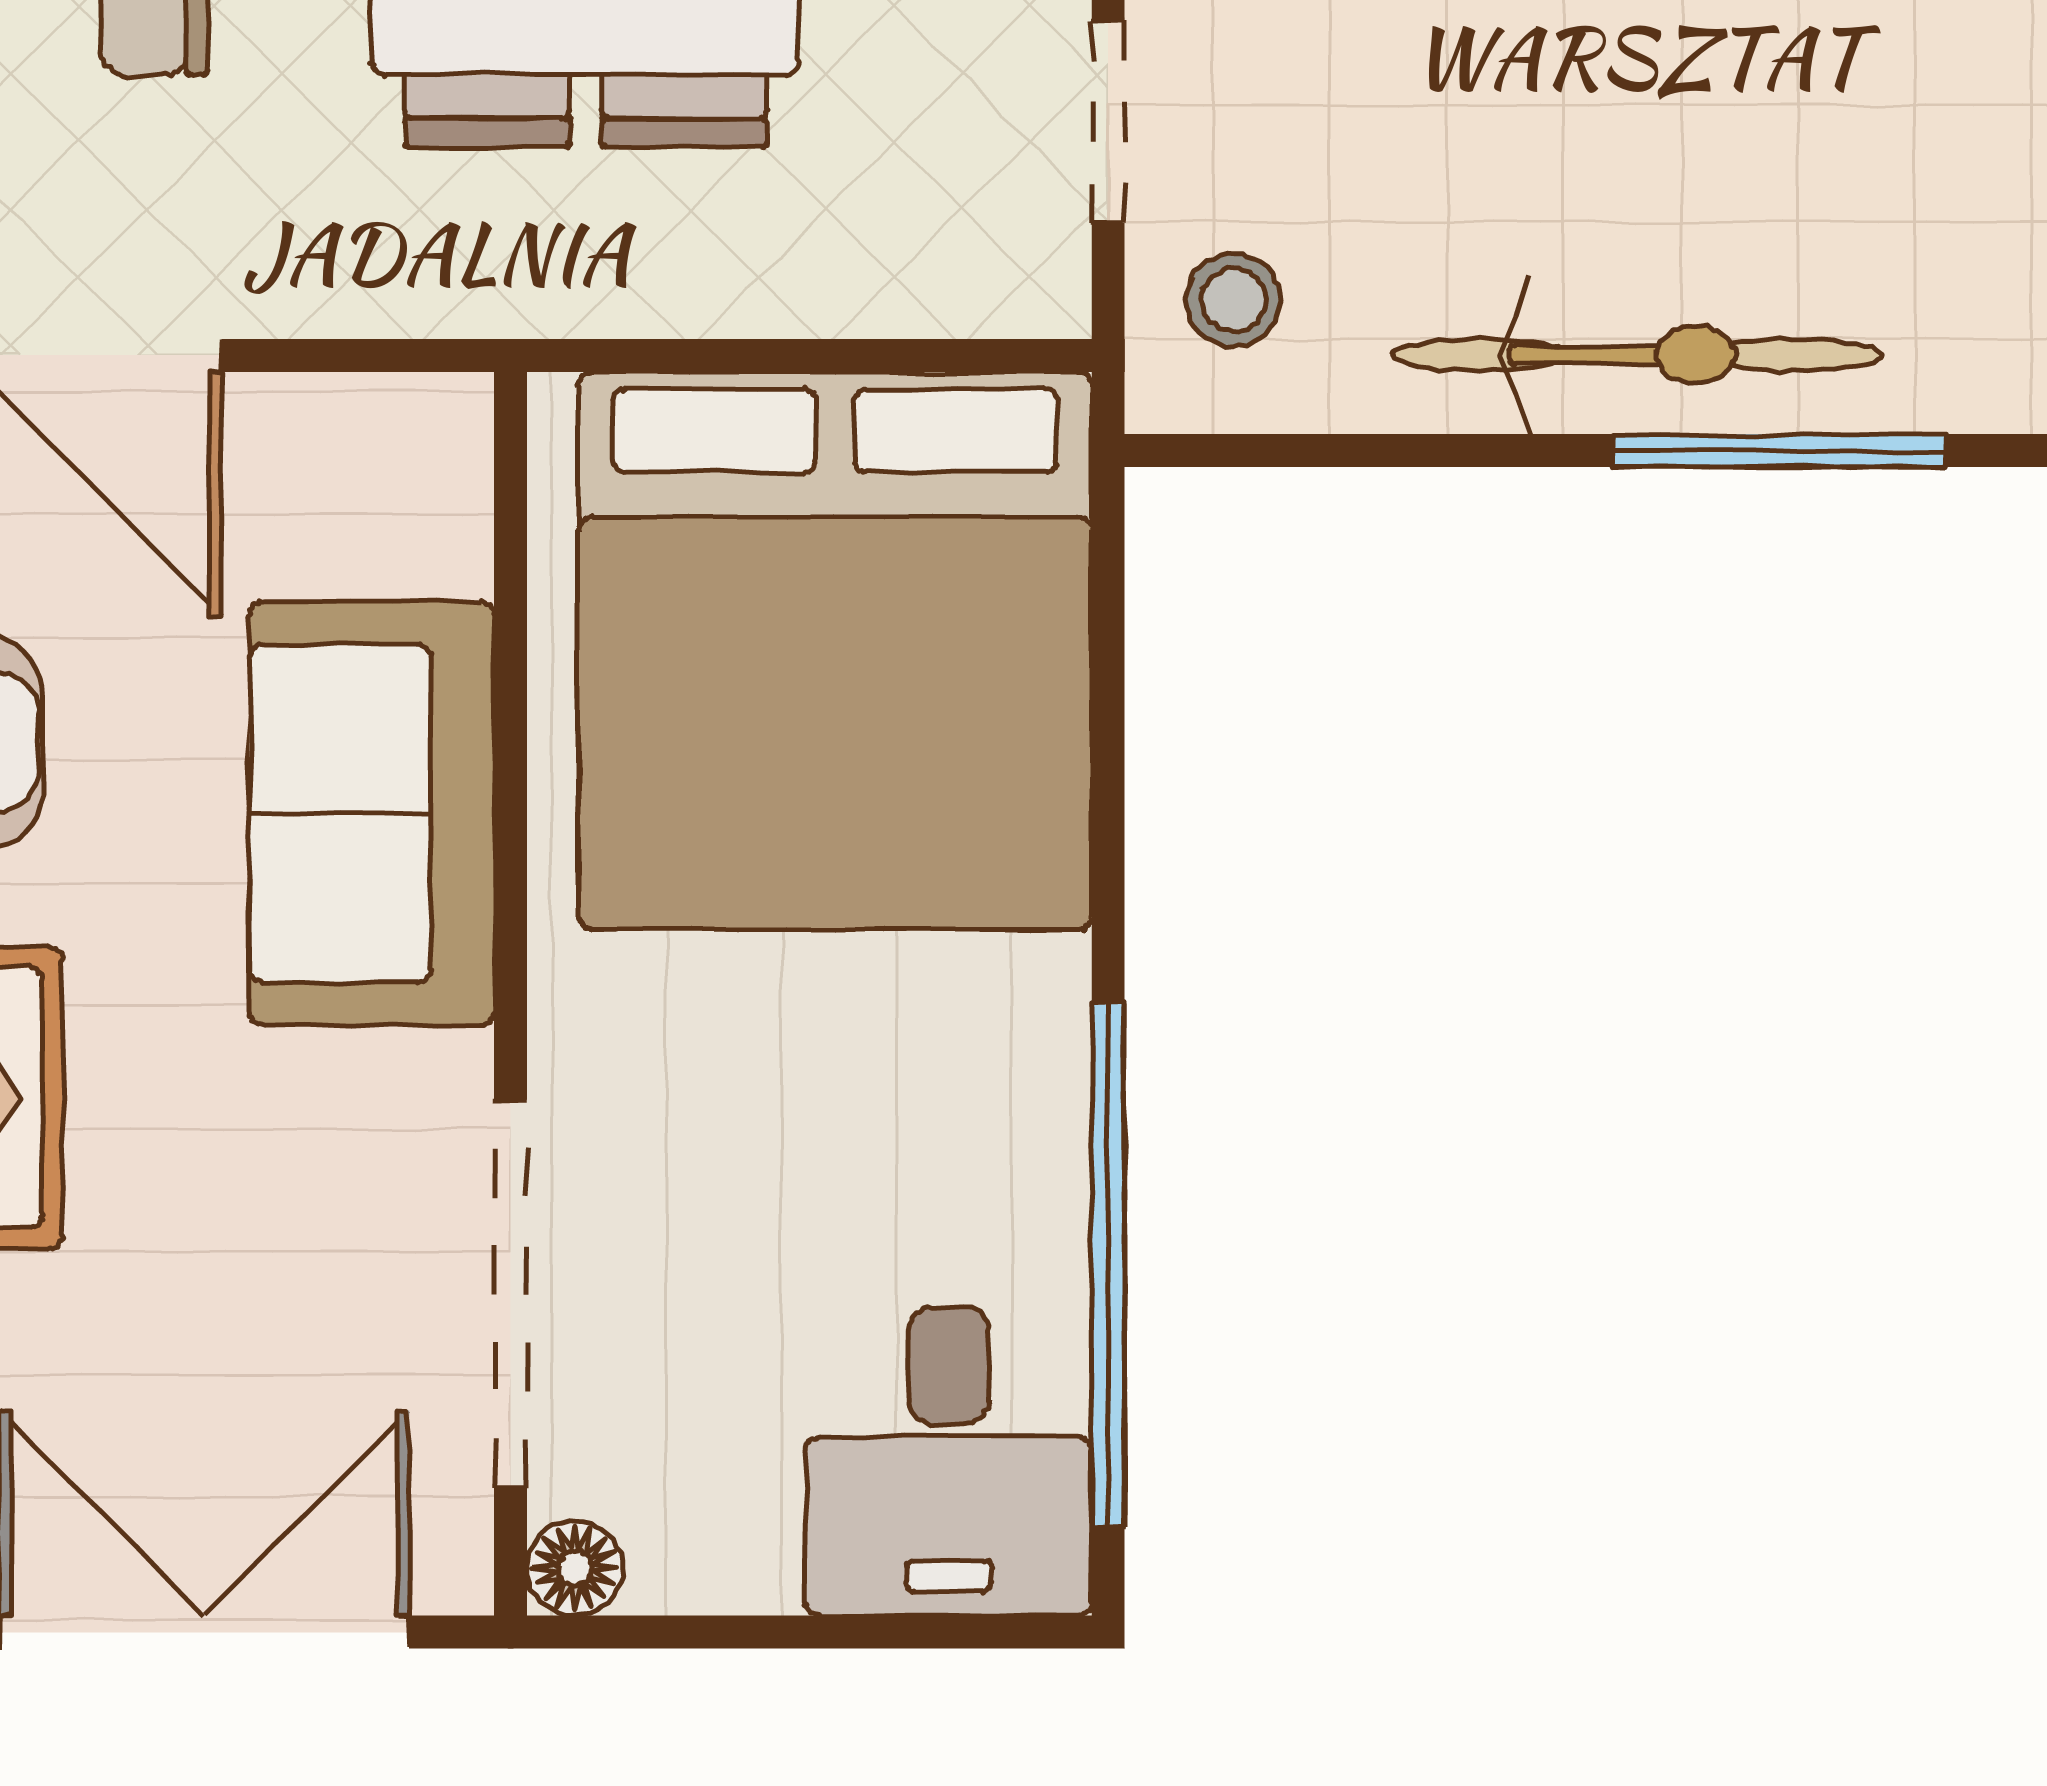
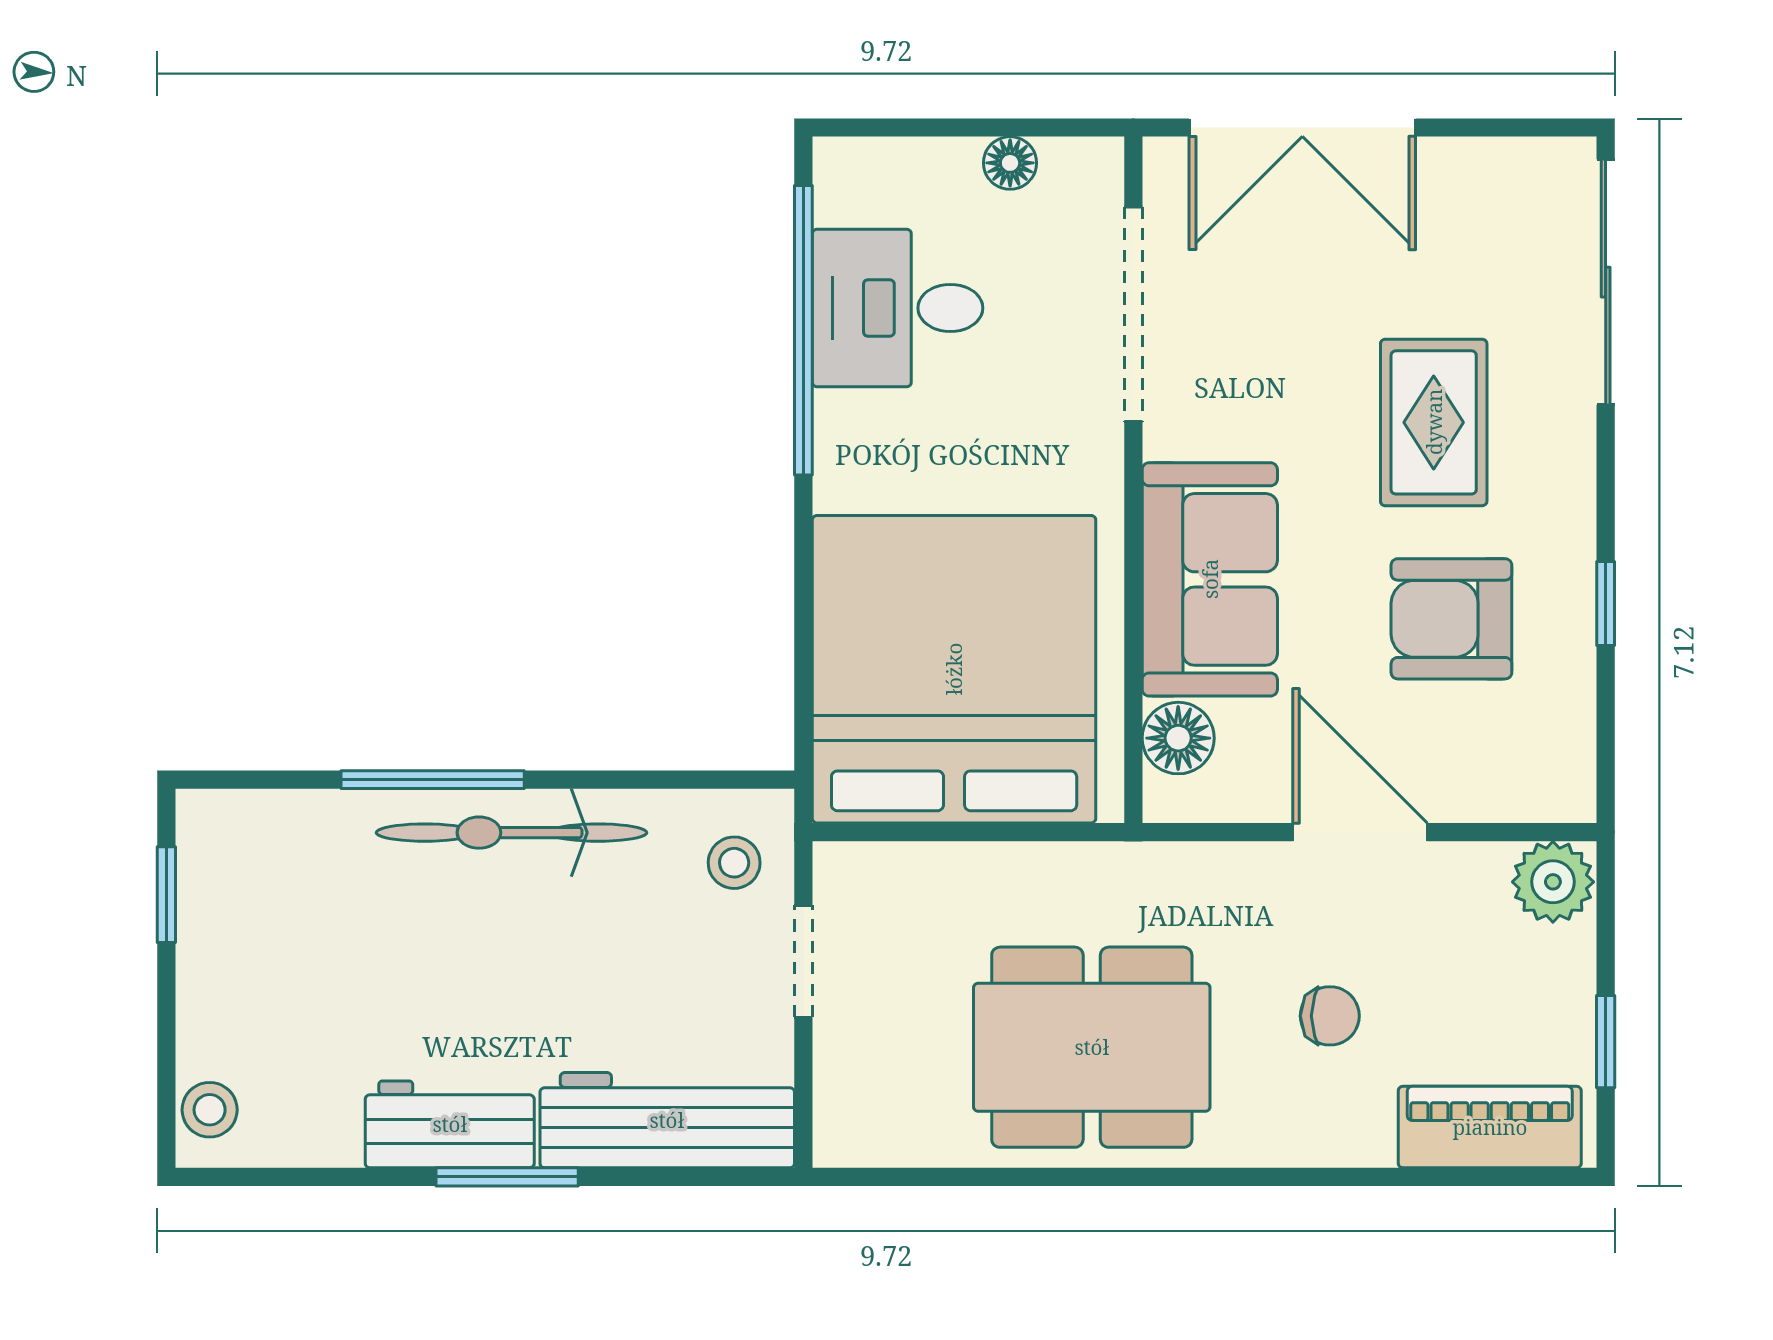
floor lamp: (429, 526) -> (1178, 738), added
desk: (949, 1461) -> (898, 308), moved, turned -90
floor lamp: (575, 1568) -> (1010, 163), moved

